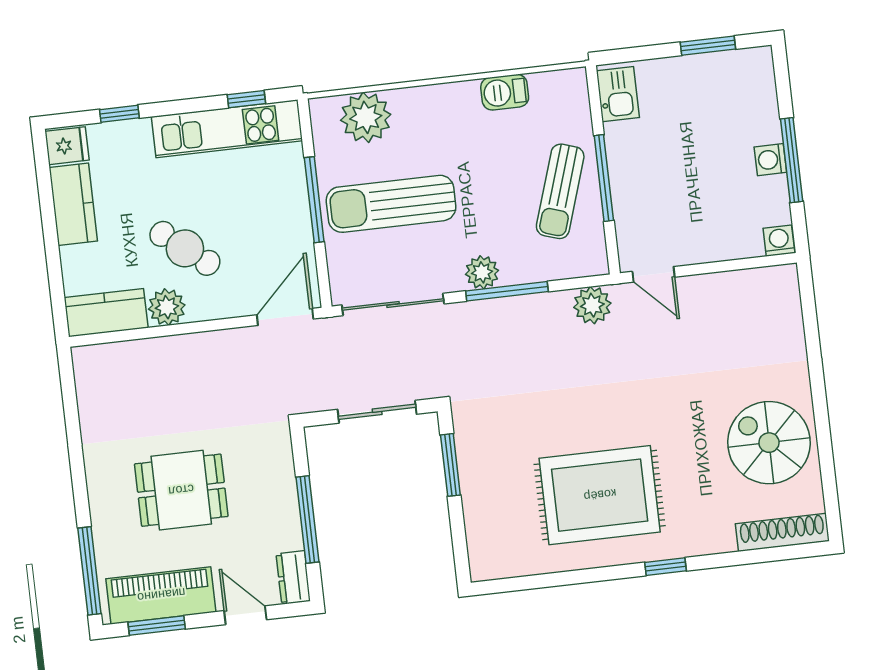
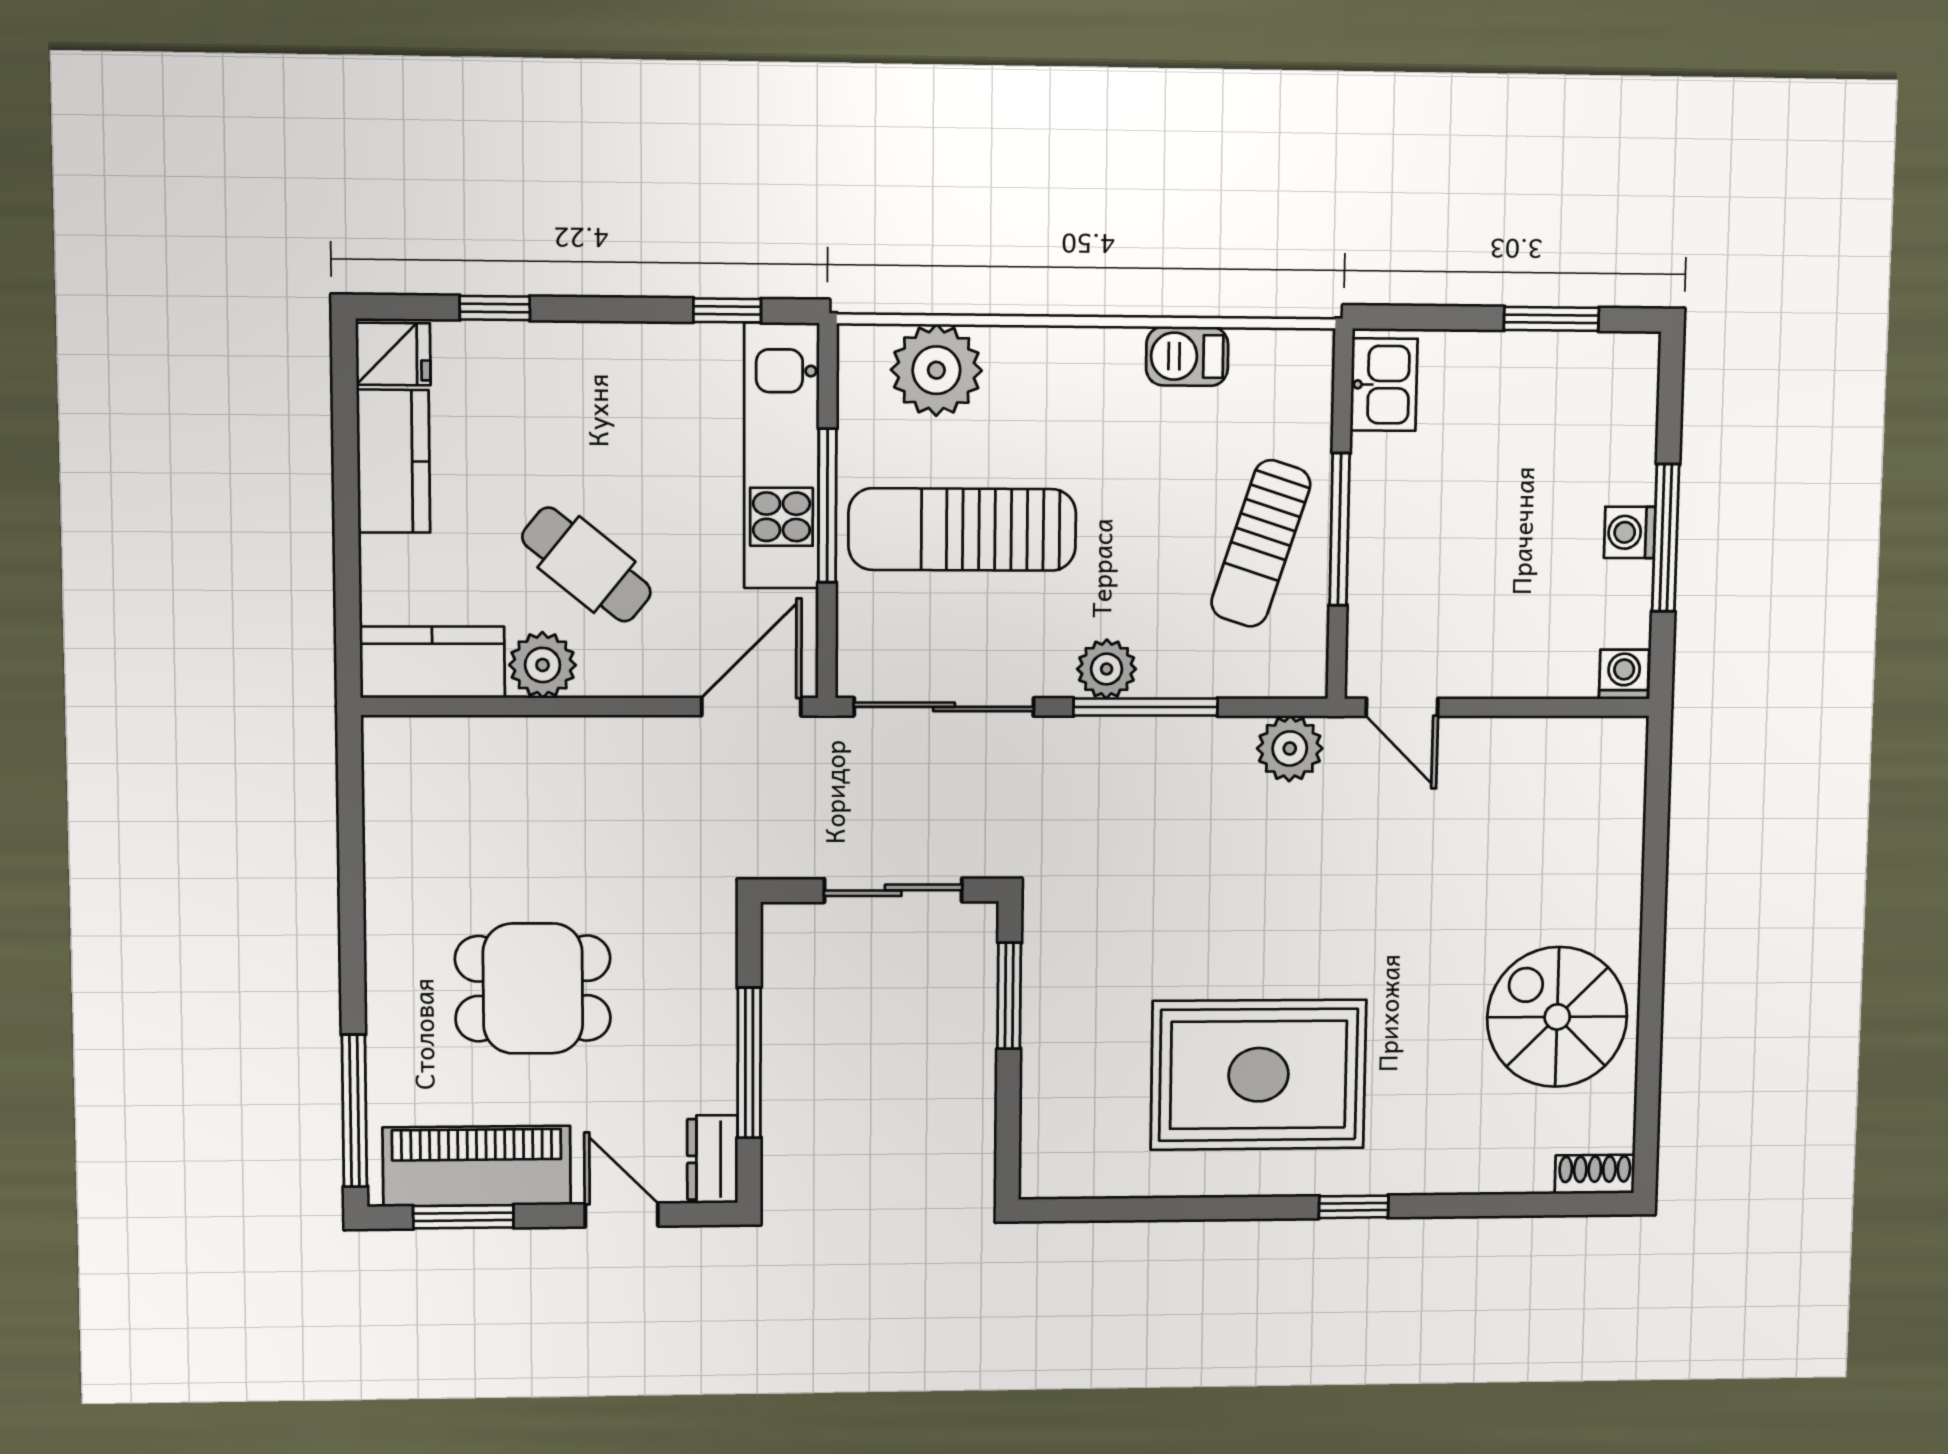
kitchen unit: (227, 129) -> (782, 456), moved, turned 90
shoe rack: (782, 532) -> (1595, 1174), width x0.51, depth x0.81

